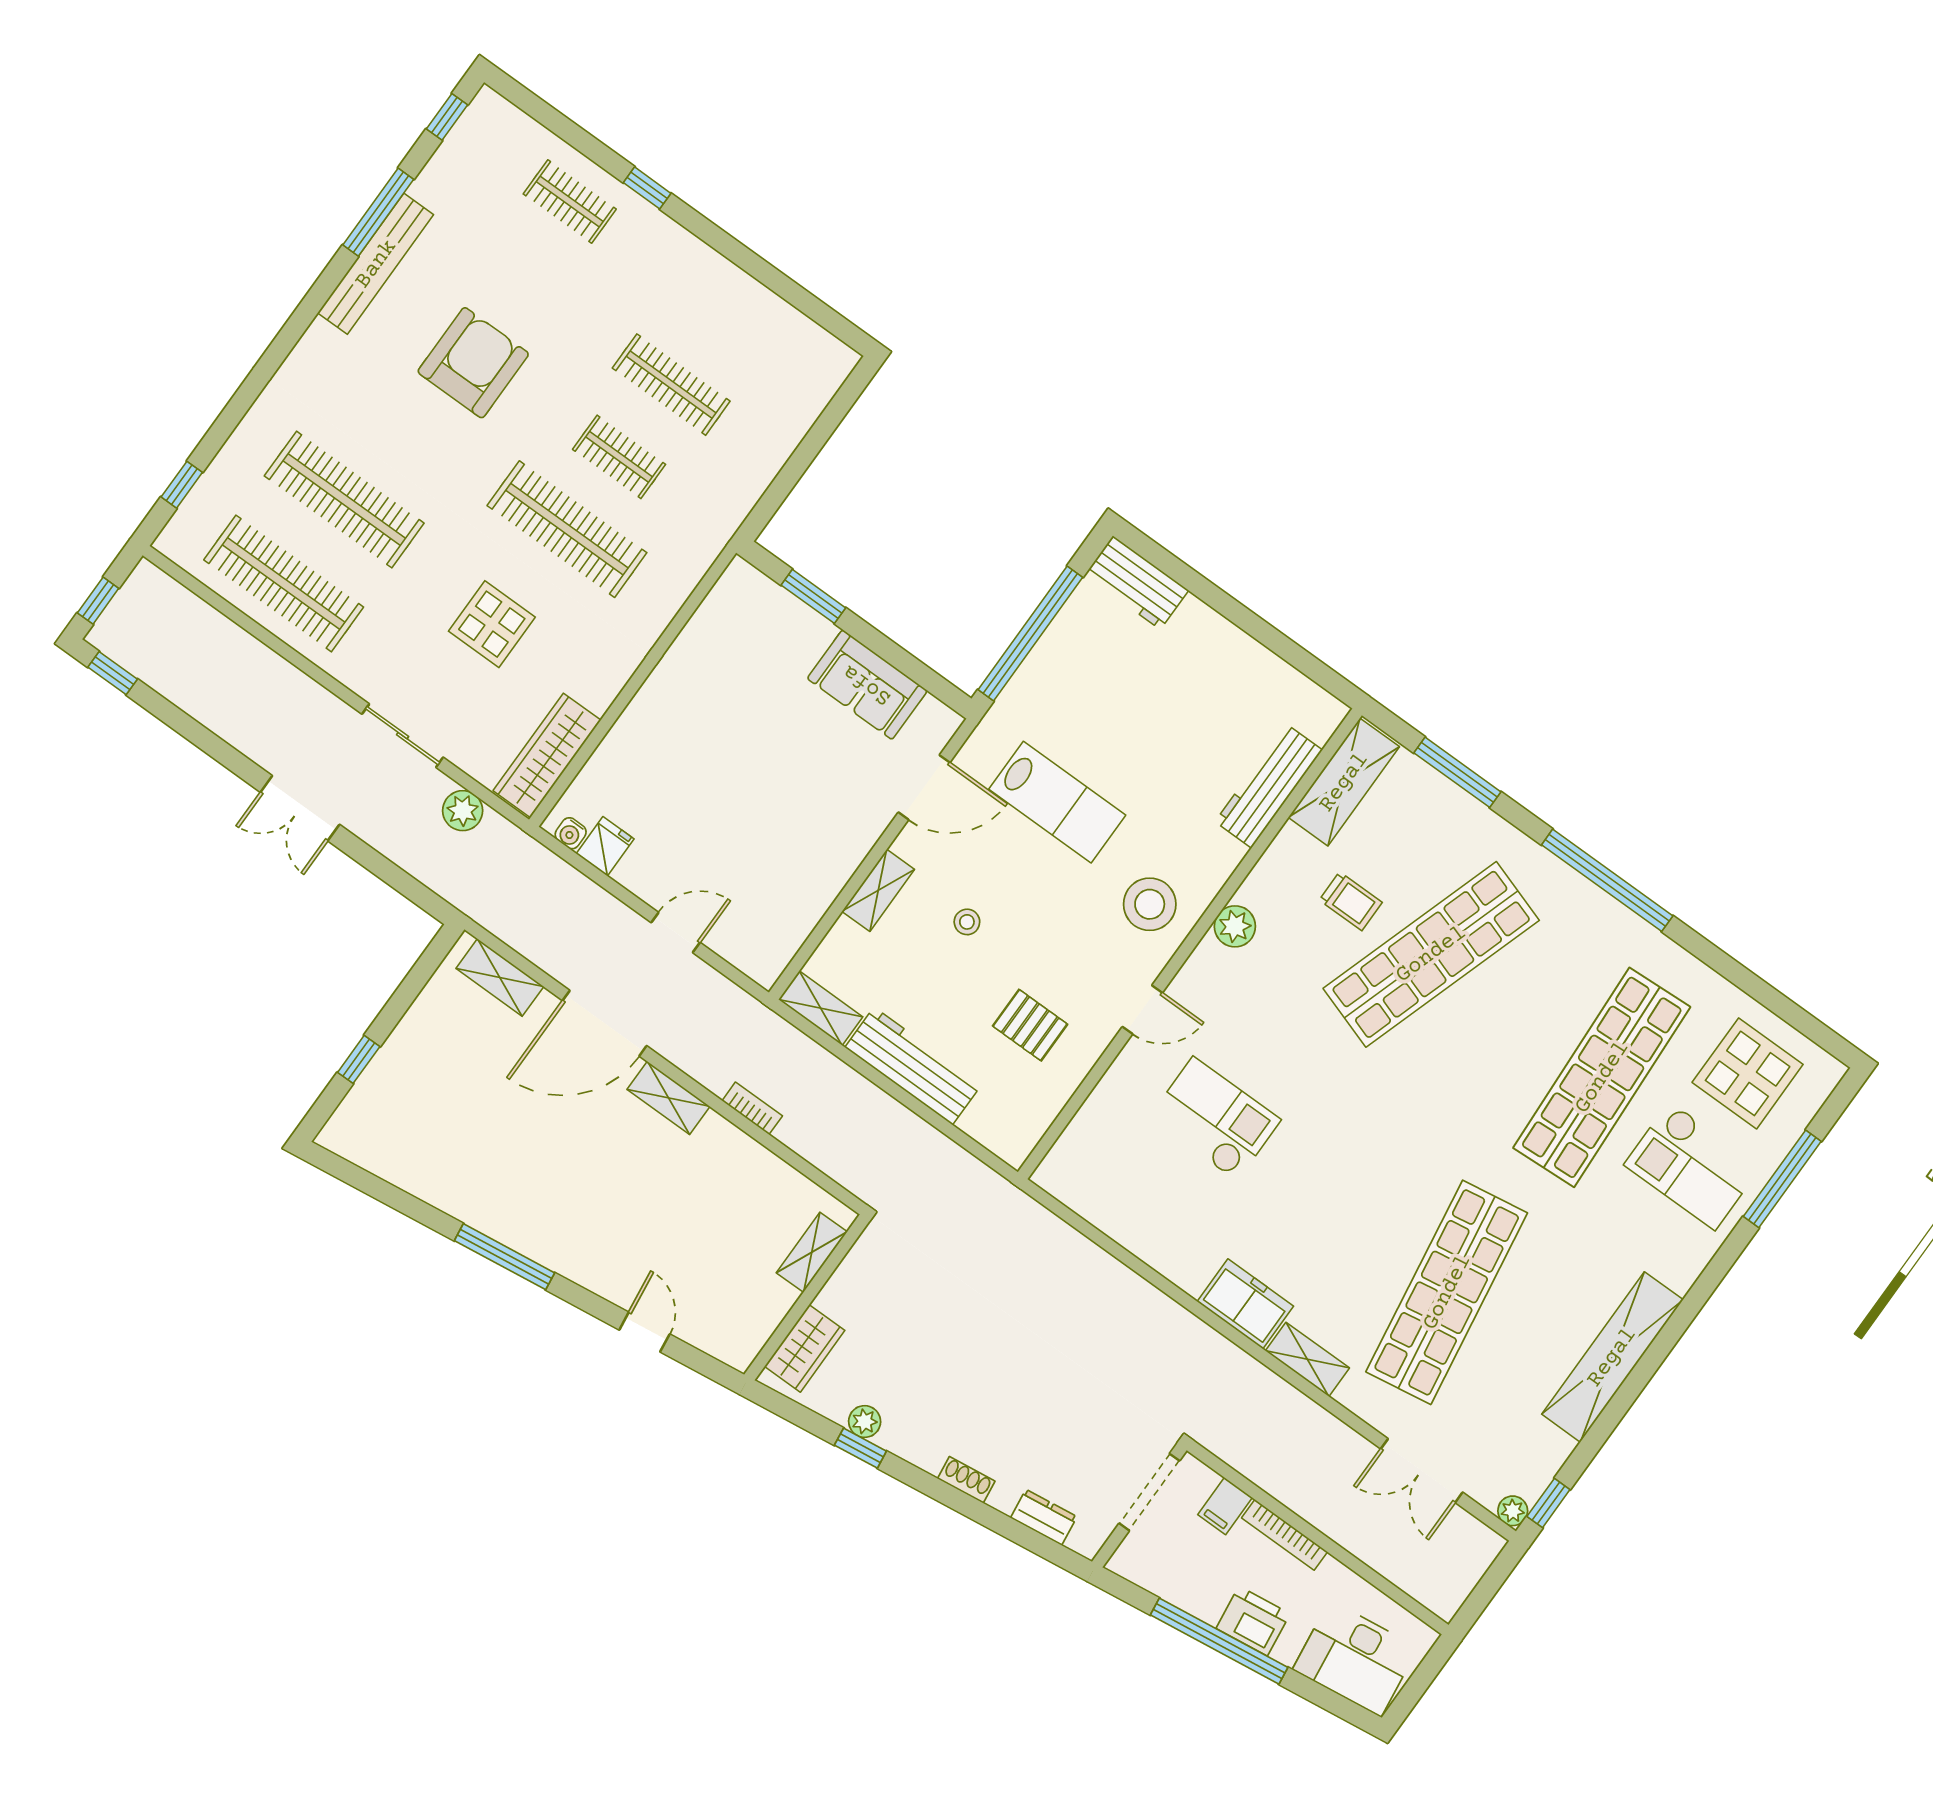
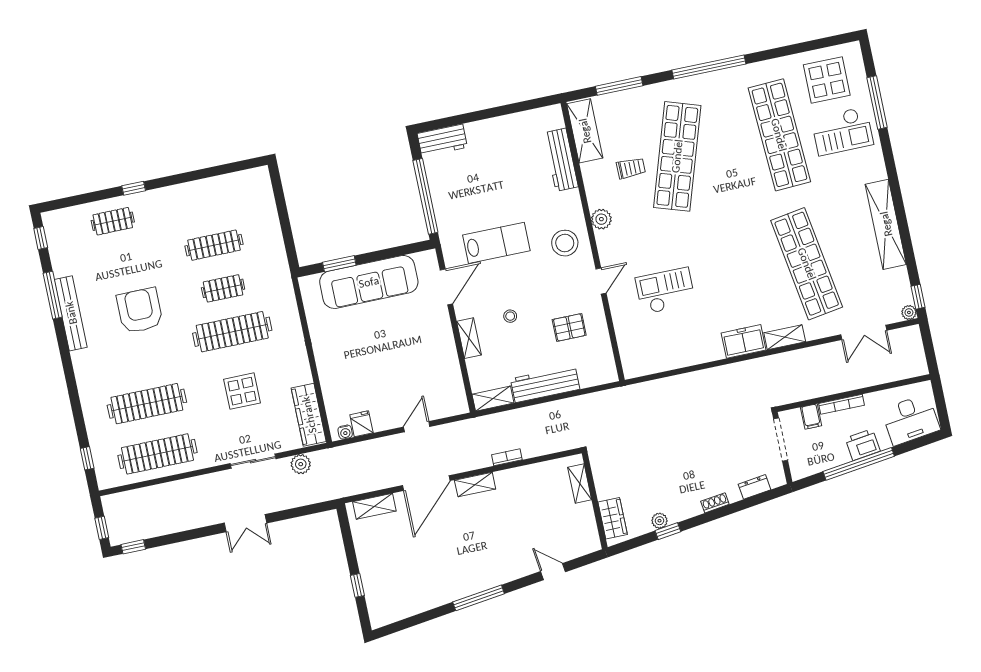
sofa: (867, 685) -> (369, 282), width x1.85, depth x1.27

